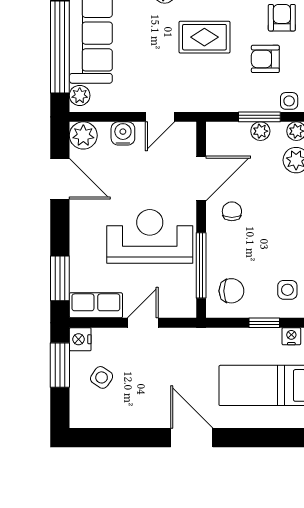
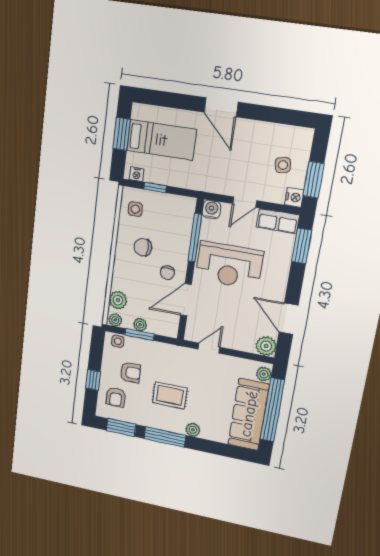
water cooler: (123, 133) -> (211, 209), moved, turned 180
chair: (231, 291) -> (143, 247), moved
side table: (102, 377) -> (283, 165), turned 45

